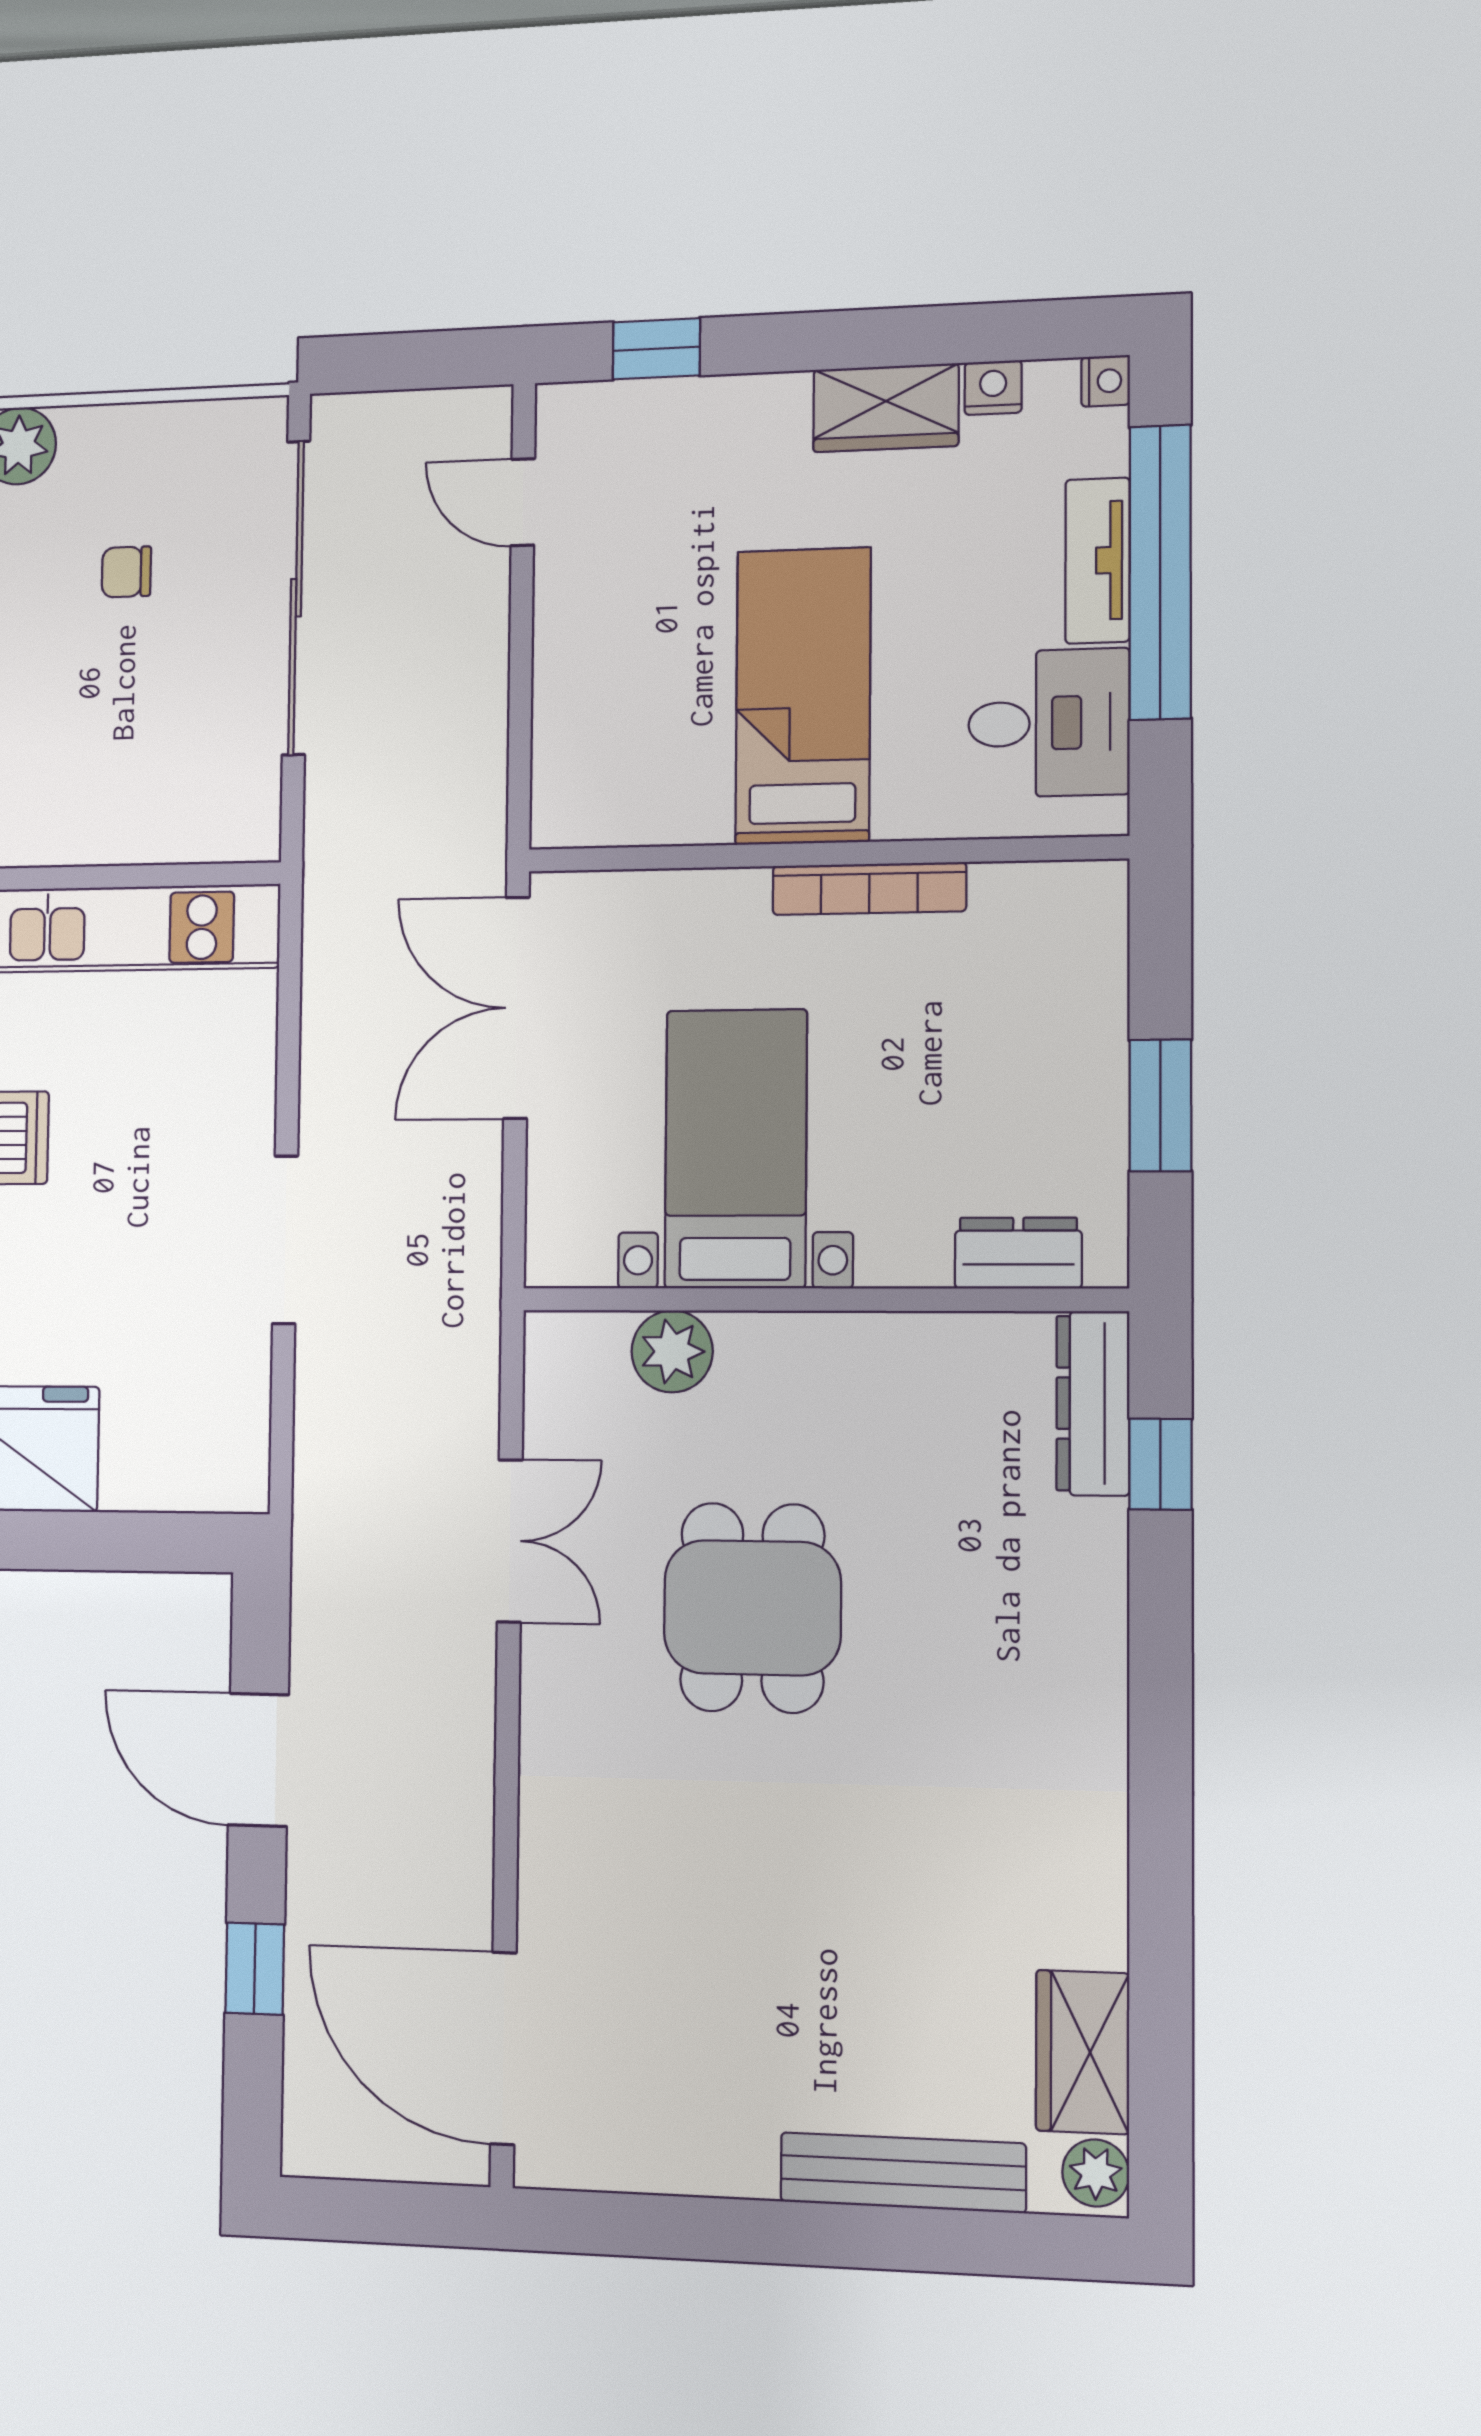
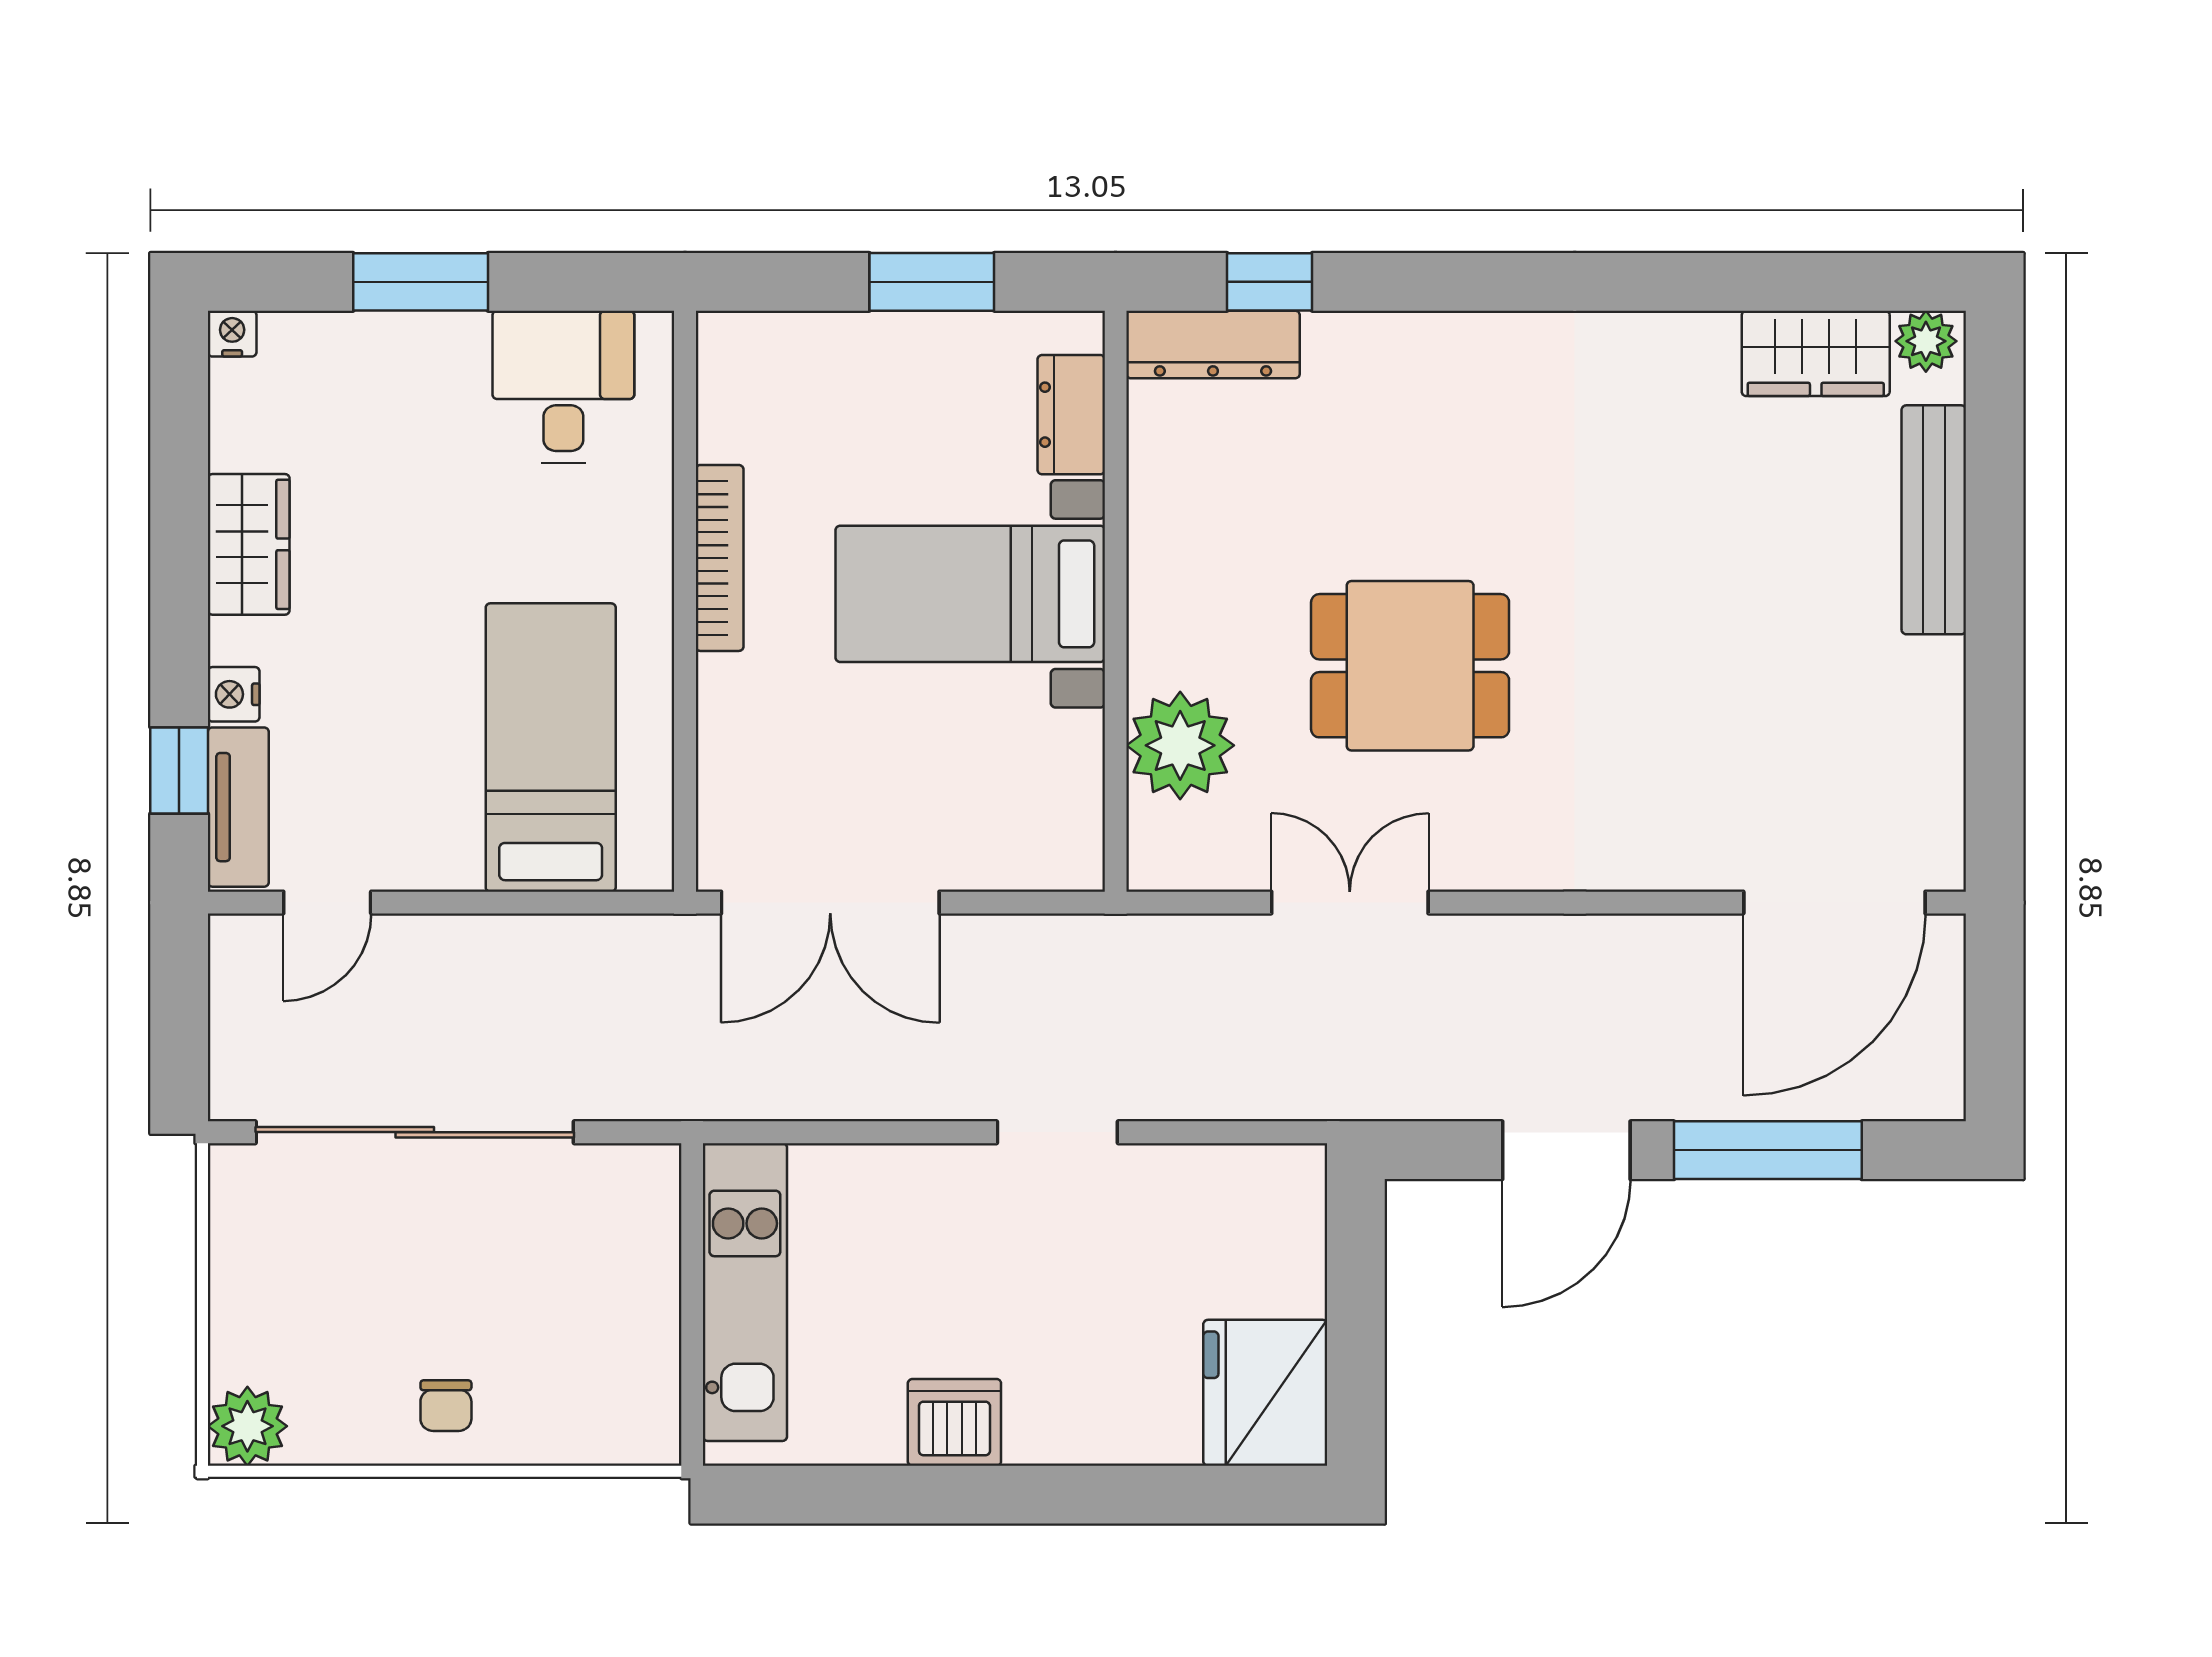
nightstand: (993, 388) -> (234, 694), moved
tv unit: (1098, 561) -> (238, 807), moved, turned -90
chair: (126, 572) -> (446, 1406), moved
window: (1160, 572) -> (421, 282), width x0.47
bed: (803, 696) -> (551, 748), moved, turned 90
bed with nightstands: (736, 1149) -> (970, 594), moved
doorway: (285, 1240) -> (1057, 1132), width x0.73
plant: (672, 1351) -> (1180, 745), width x1.36, depth x1.36
window: (255, 1969) -> (1768, 1150), width x2.17

